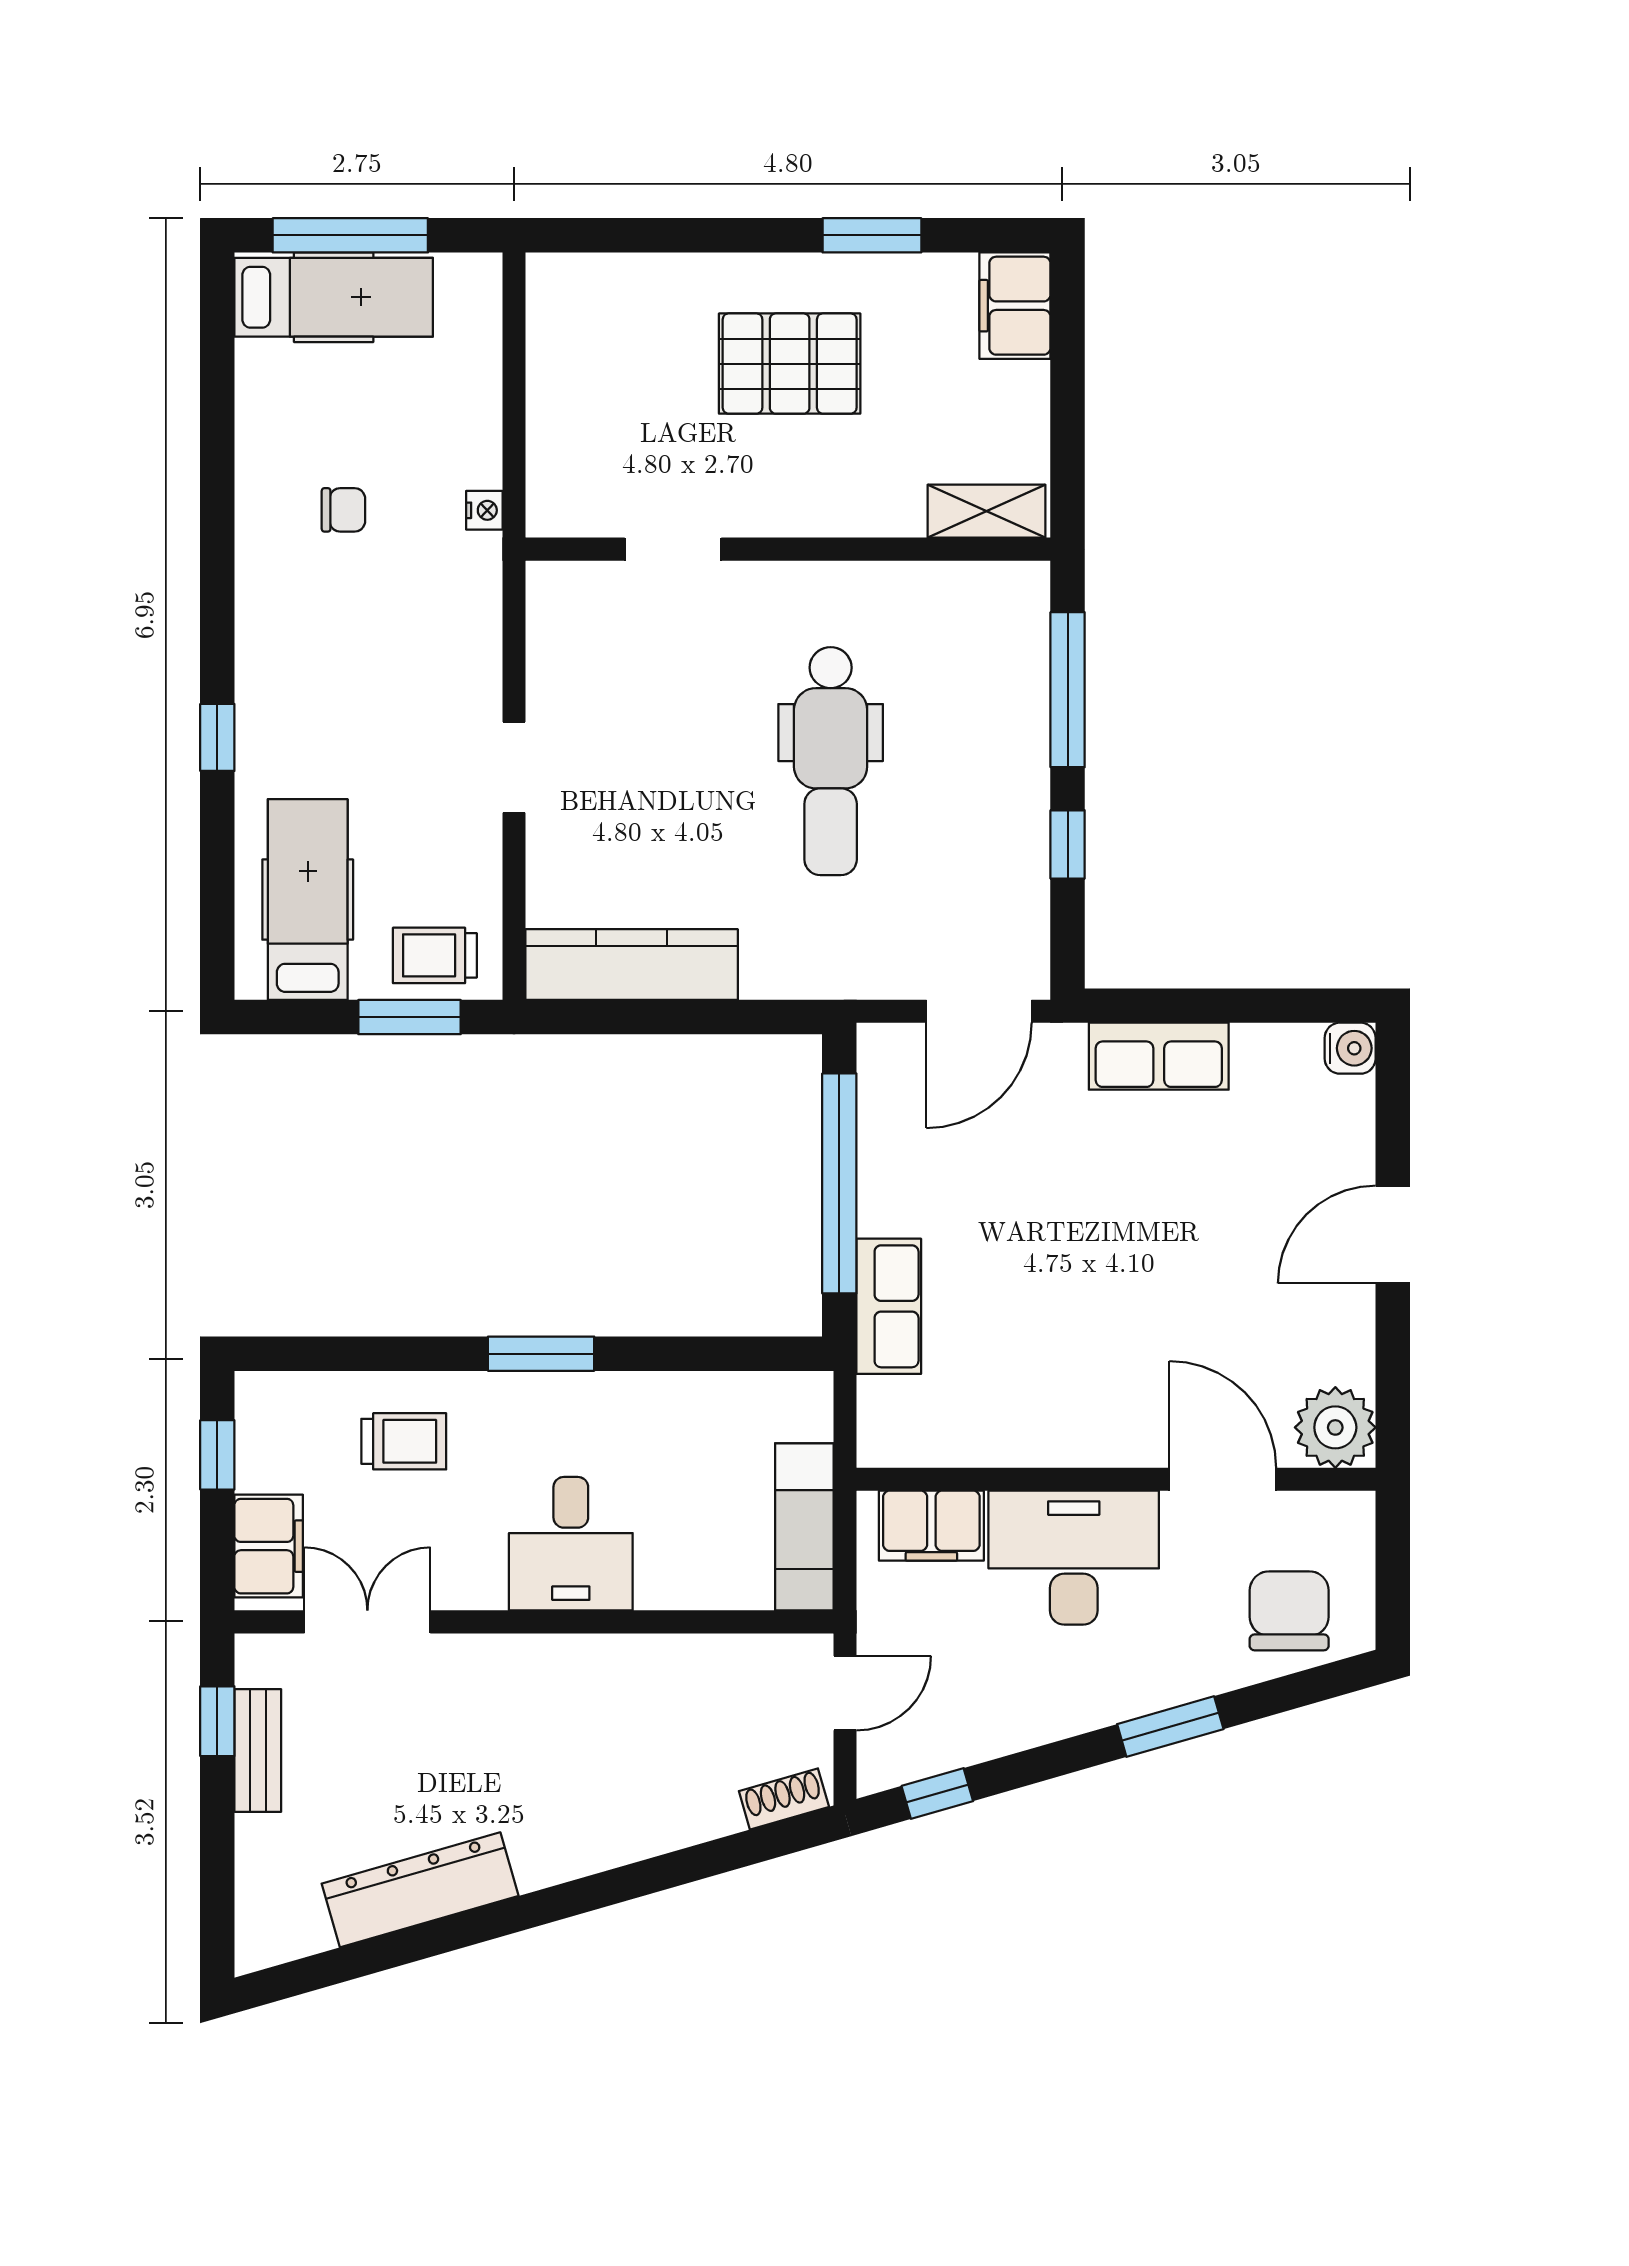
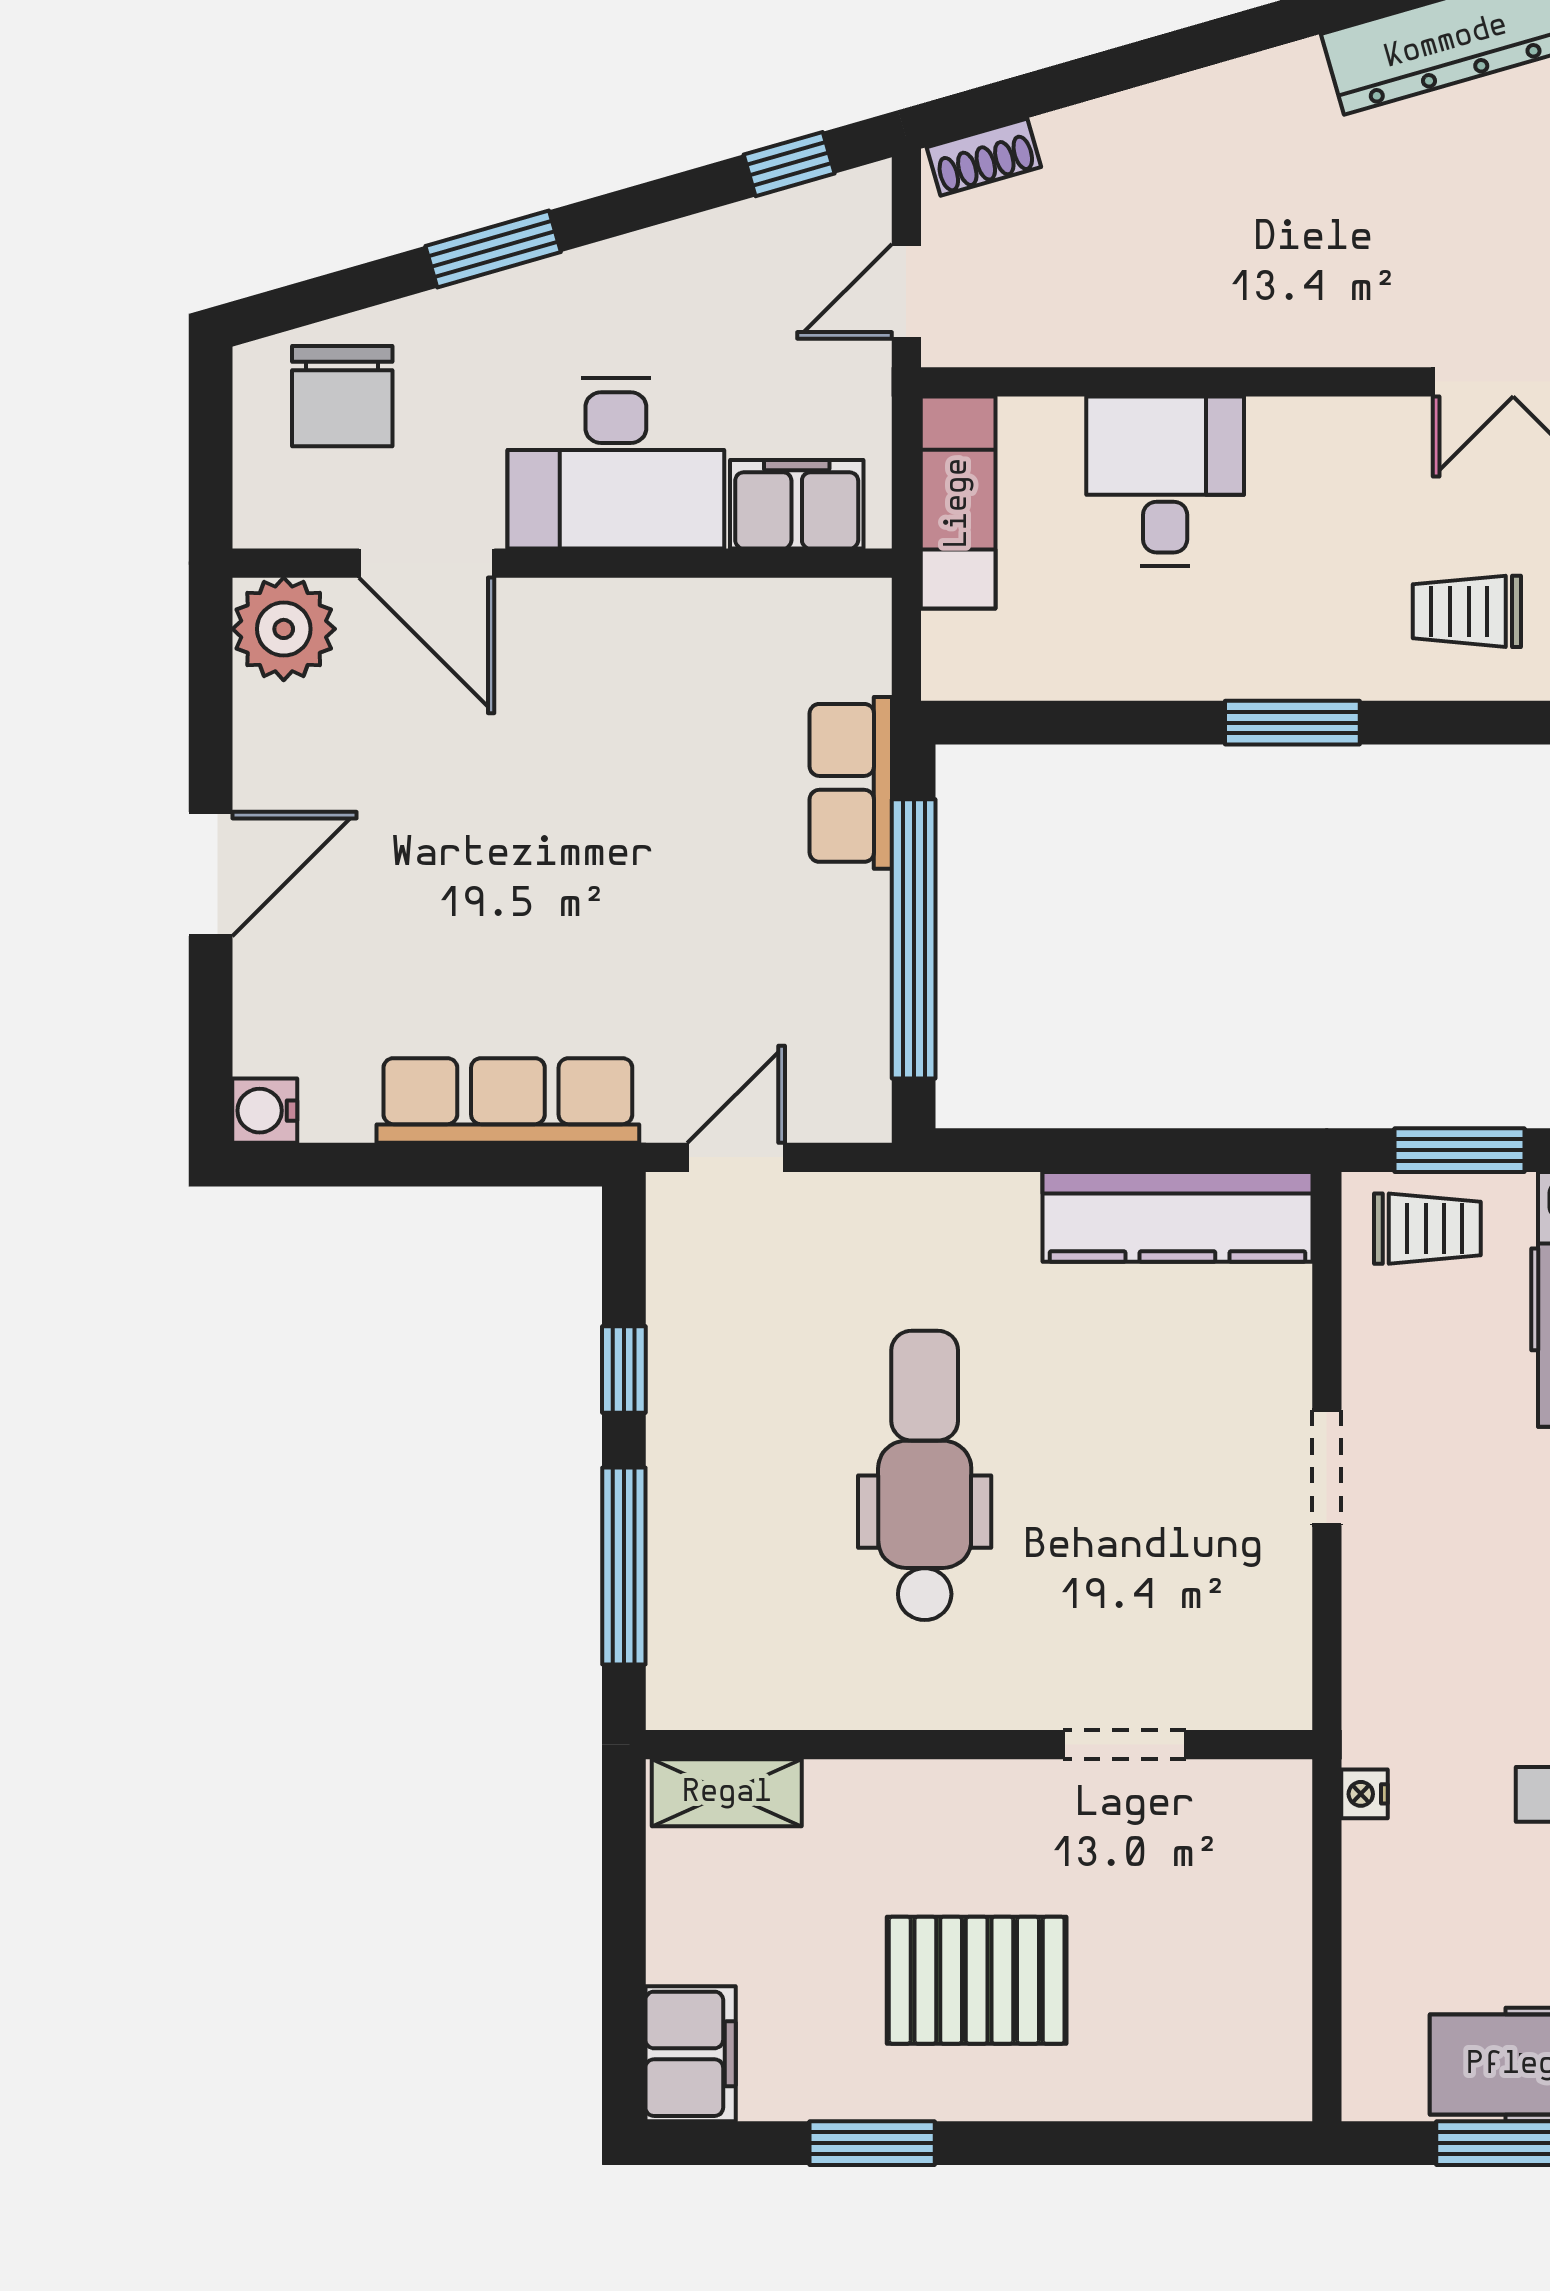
door: (979, 1011) -> (736, 1157), width x0.73
row of seats: (1159, 1056) -> (508, 1101), width x1.48
desk: (571, 1544) -> (1165, 481), moved

